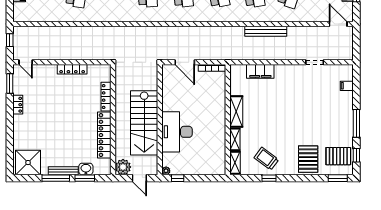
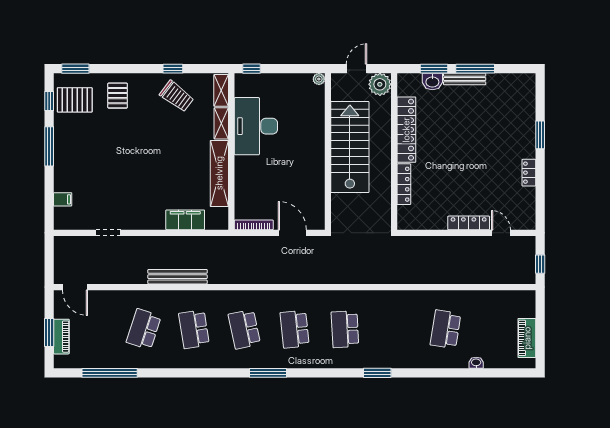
door: (26, 62) -> (501, 233), moved
locker: (72, 69) -> (469, 223), moved
window: (10, 84) -> (540, 135), moved
shelving: (236, 112) -> (219, 173), width x1.47
desk: (177, 132) -> (256, 126), moved, turned 180
pallet: (308, 159) -> (118, 96), width x0.67, depth x0.71
shower: (28, 163) -> (514, 91), removed
door: (139, 178) -> (357, 69), hinge flipped
window: (178, 178) -> (251, 69), moved

